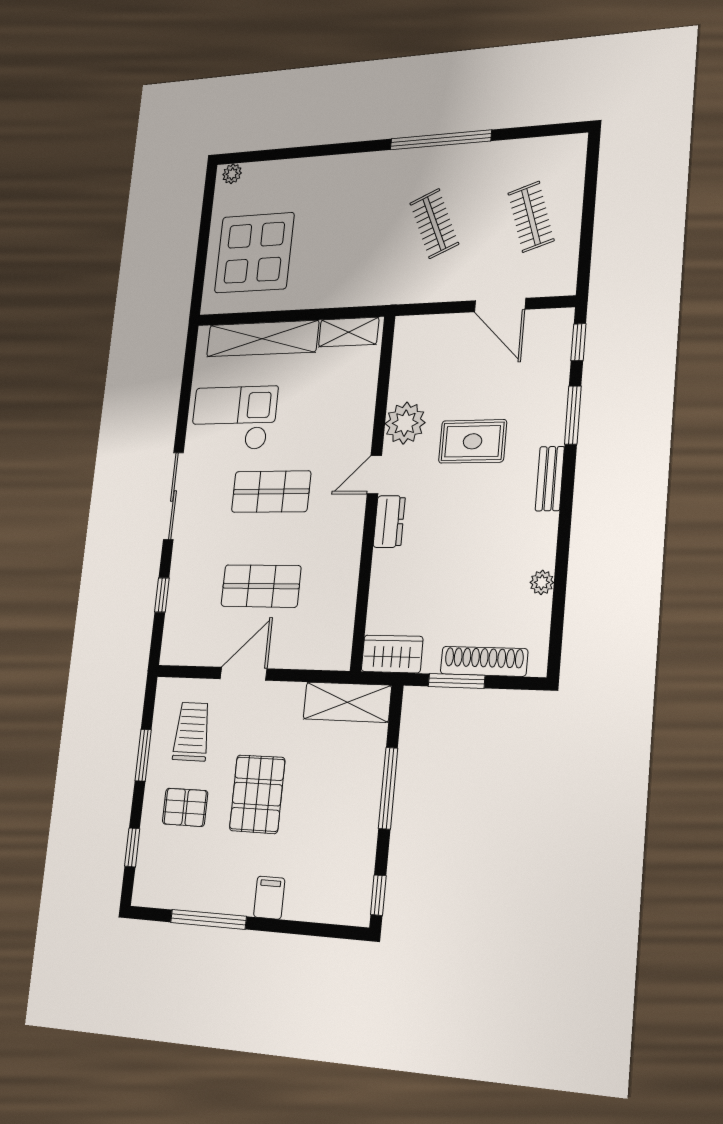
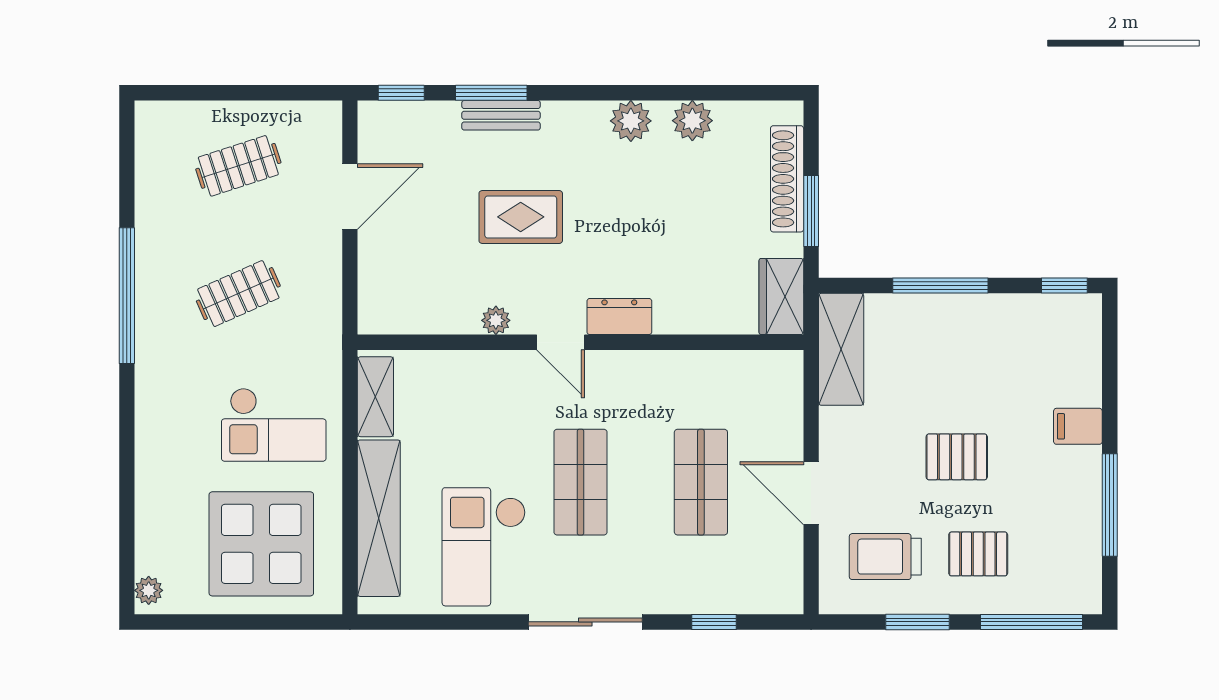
checkout: (336, 256) -> (274, 425), added
plant: (405, 423) -> (496, 320), width x0.53, depth x0.53
rug: (473, 441) -> (521, 217), turned 90
bench: (550, 479) -> (501, 115), moved
plant: (541, 531) -> (631, 121), added
plant: (542, 582) -> (692, 121), width x1.38, depth x1.38
pallet: (257, 794) -> (957, 457), width x0.67, depth x0.71
pallet: (185, 807) -> (978, 554), turned 90
window: (132, 847) -> (1031, 622), width x2.17

